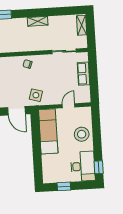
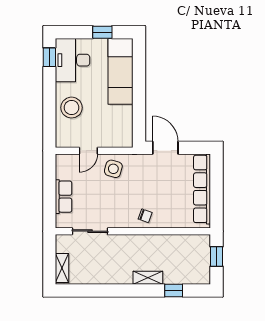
shelving: (38, 21) -> (148, 278), moved
side table: (36, 95) -> (113, 169), moved
exam couch: (48, 131) -> (121, 71), moved

